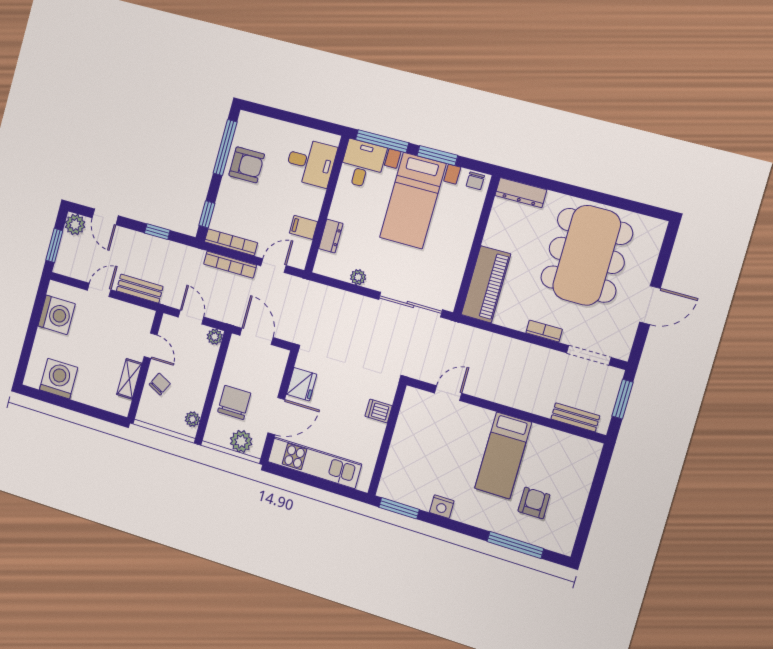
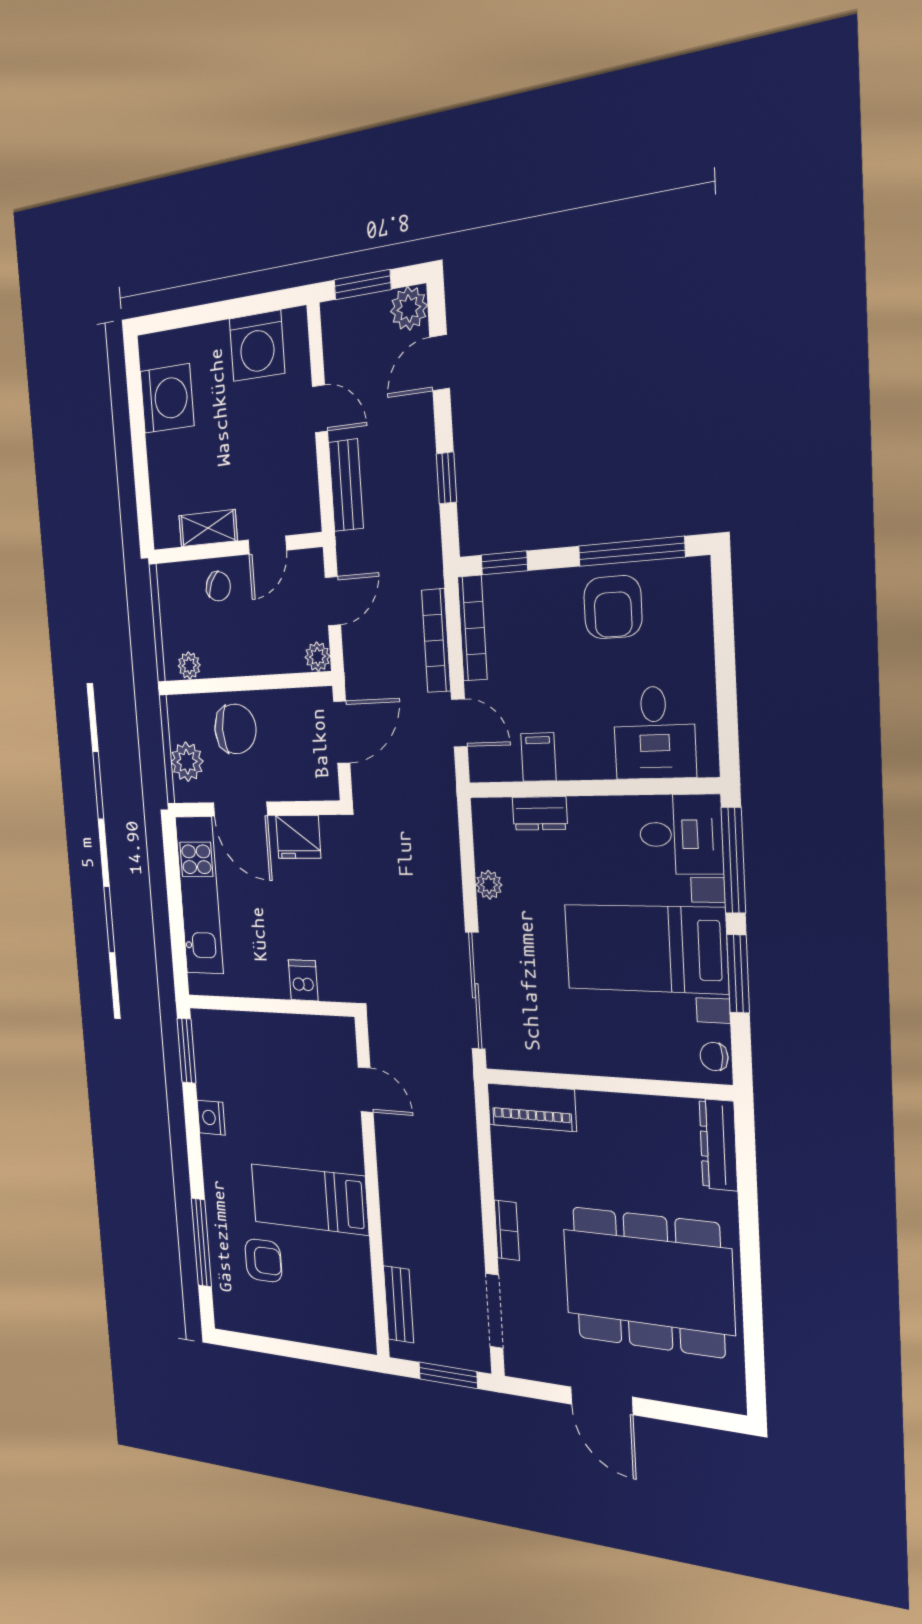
piano: (486, 284) -> (531, 1107), width x0.73, depth x0.75

